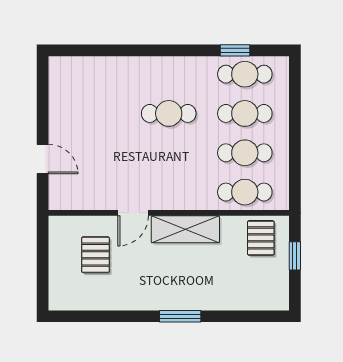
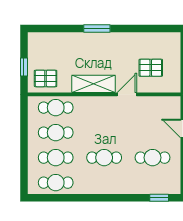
window: (235, 50) -> (159, 198), moved
cafe table: (93, 113) -> (153, 158), added
pallet: (261, 238) -> (46, 78), turned 90
pallet: (95, 255) -> (151, 68), turned 90

